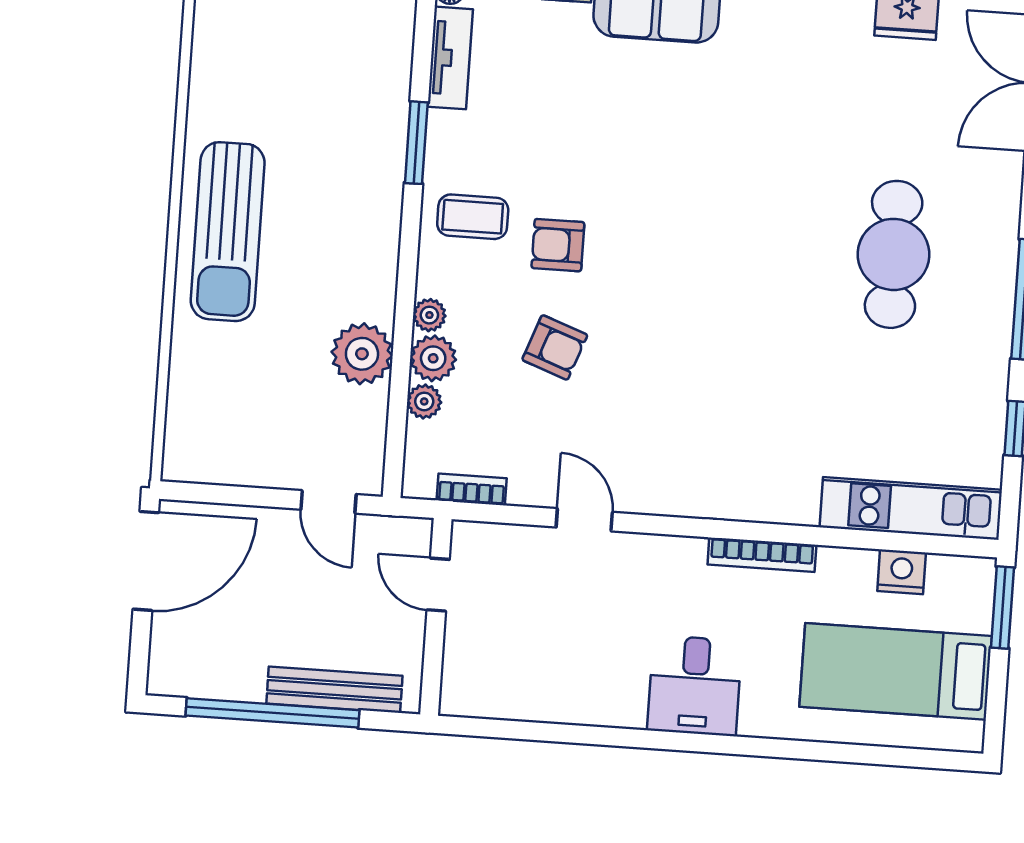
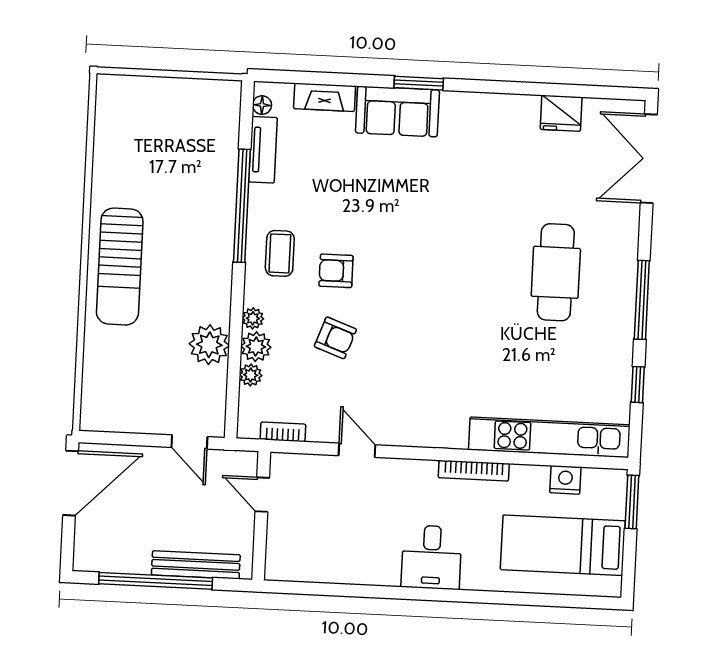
window: (416, 143) -> (242, 206), width x2.11
coffee table: (473, 217) -> (280, 253), turned 90
kitchen unit: (911, 508) -> (549, 437), width x1.36

